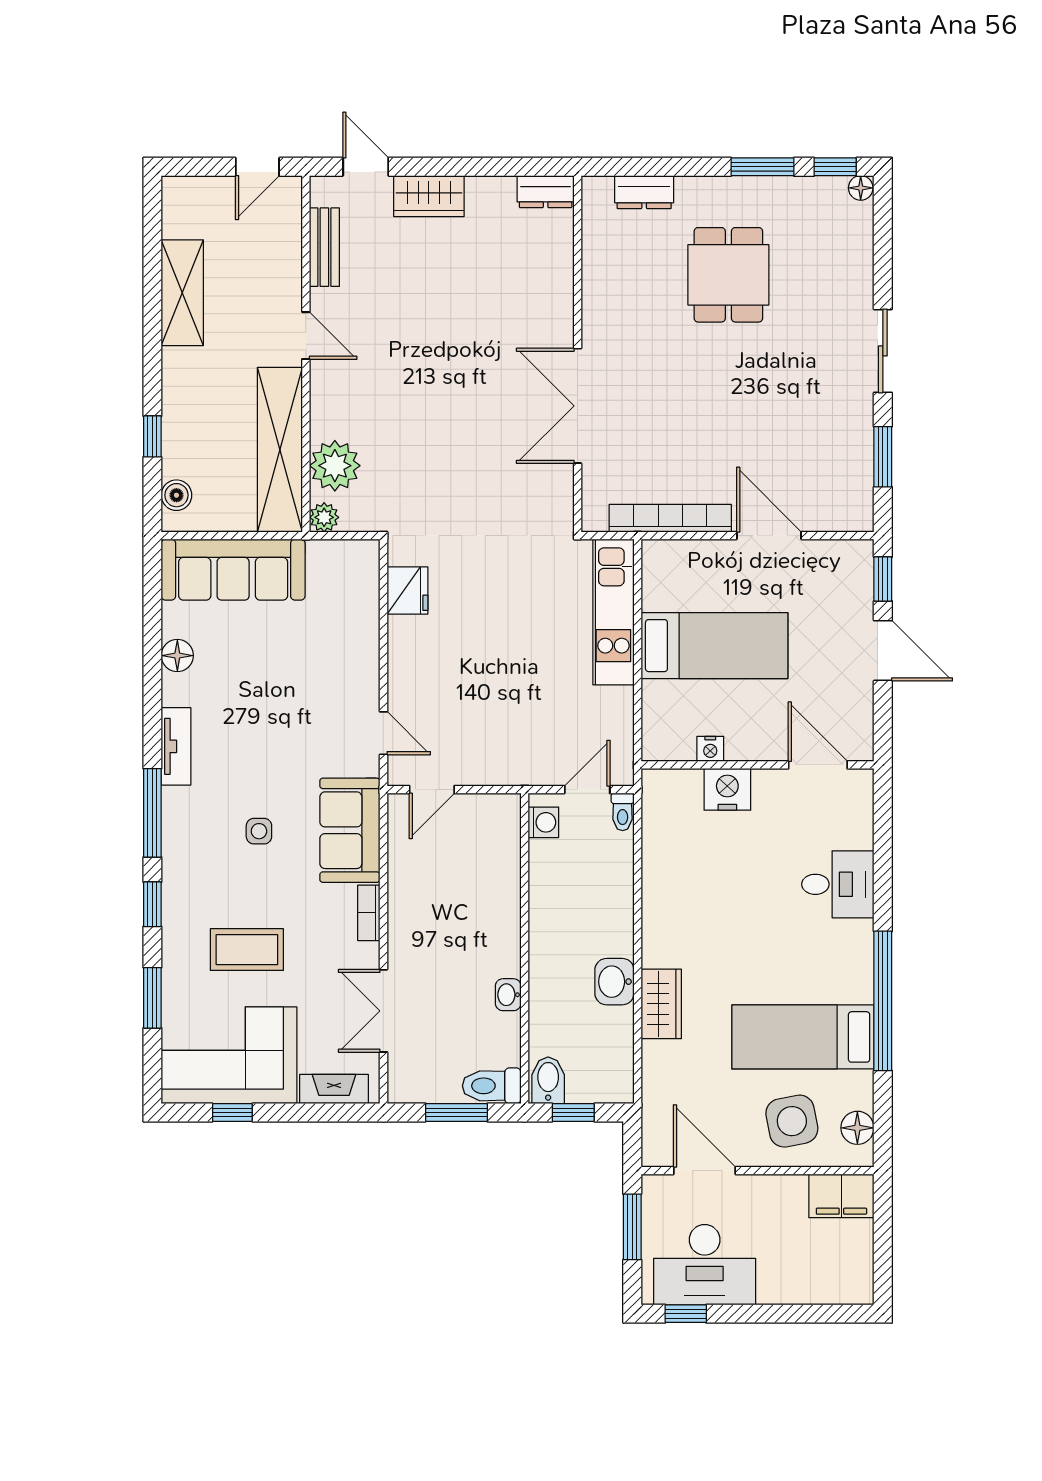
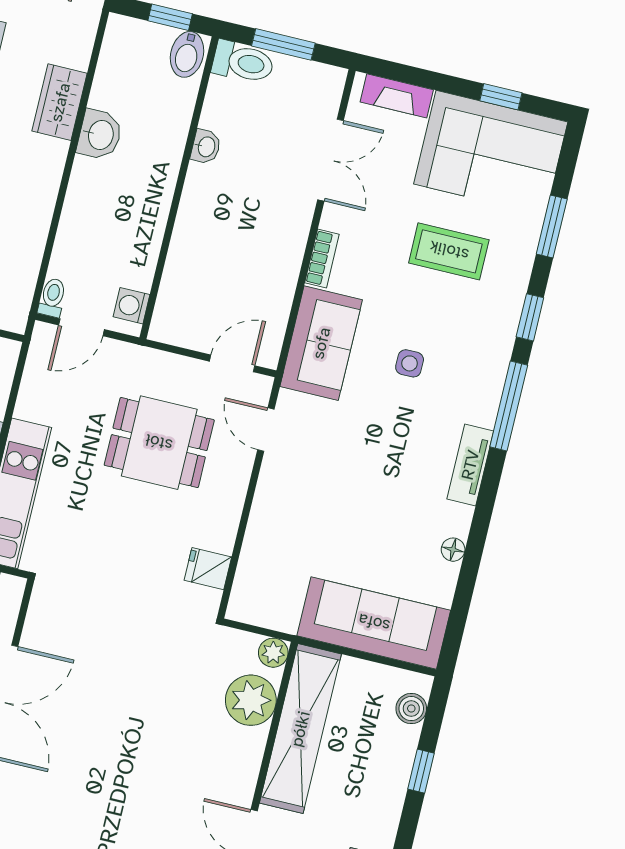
fridge: (407, 590) -> (208, 569), width x0.72
floor lamp: (177, 656) -> (453, 550), width x0.73, depth x0.73
dining table: (484, 695) -> (159, 443), added

